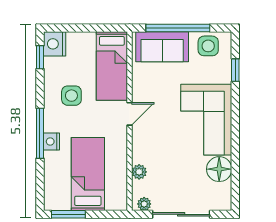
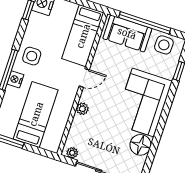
side table: (71, 96) -> (32, 56), moved
plant: (139, 172) -> (82, 109), moved

